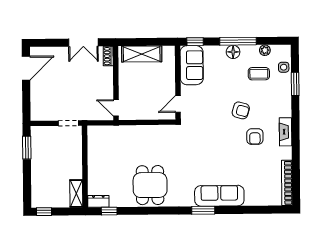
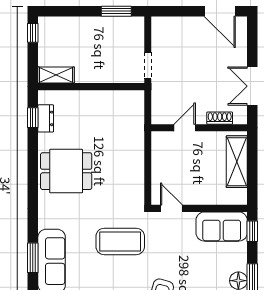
shoe rack: (108, 56) -> (220, 118), moved
door: (116, 108) -> (185, 128), moved
coffee table: (204, 143) -> (120, 241), added
dresser: (98, 201) -> (46, 118), moved
window: (203, 210) -> (33, 258), moved

